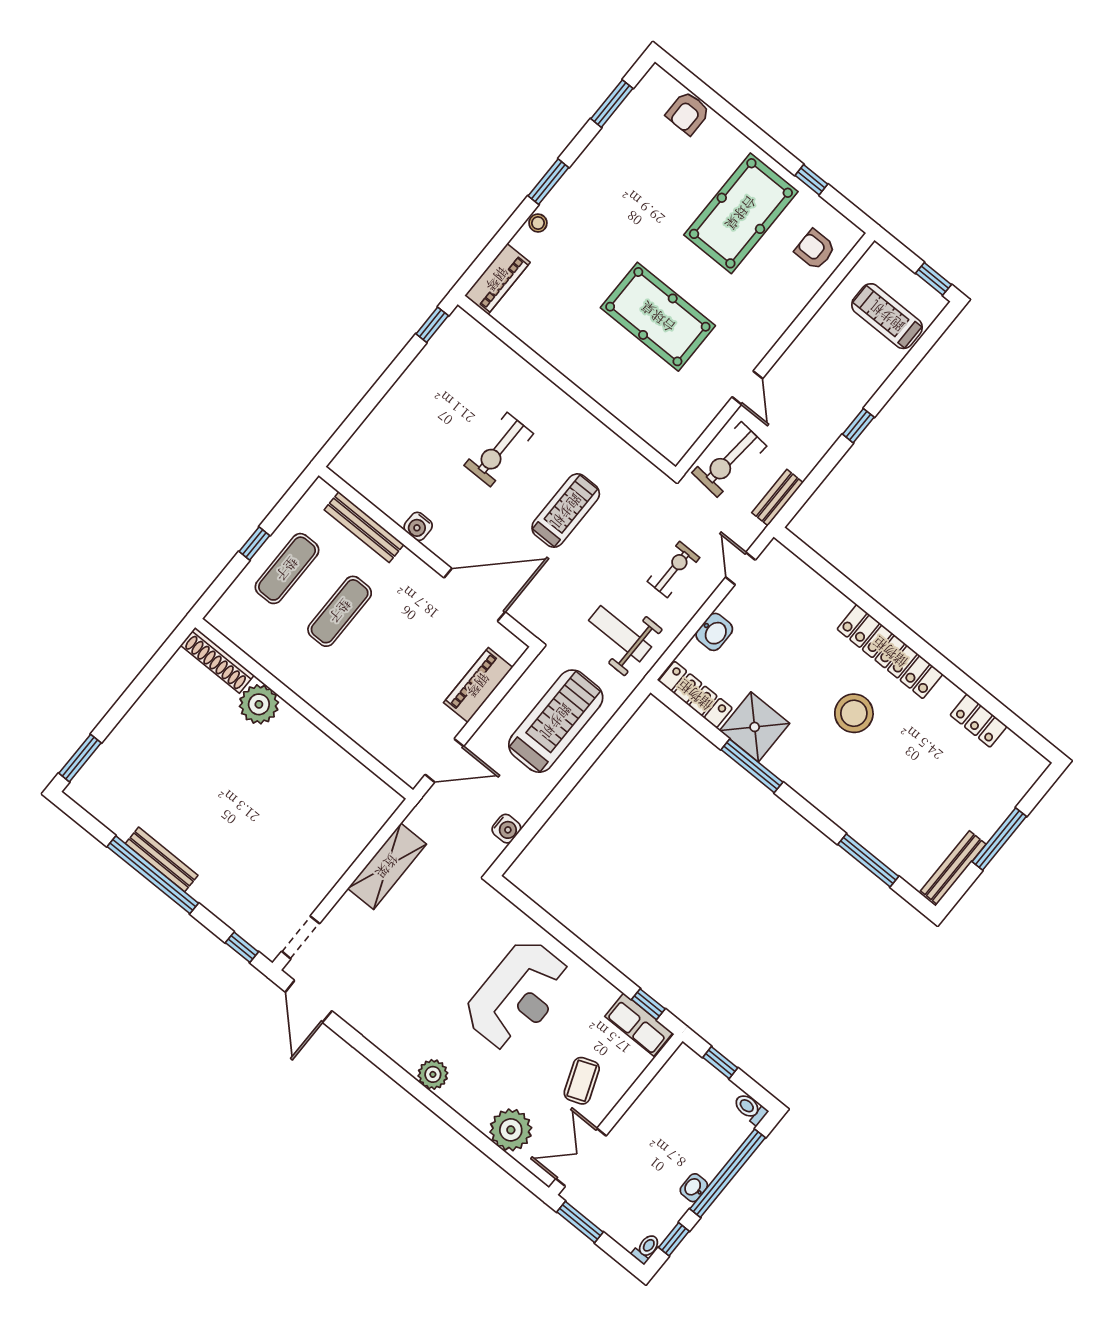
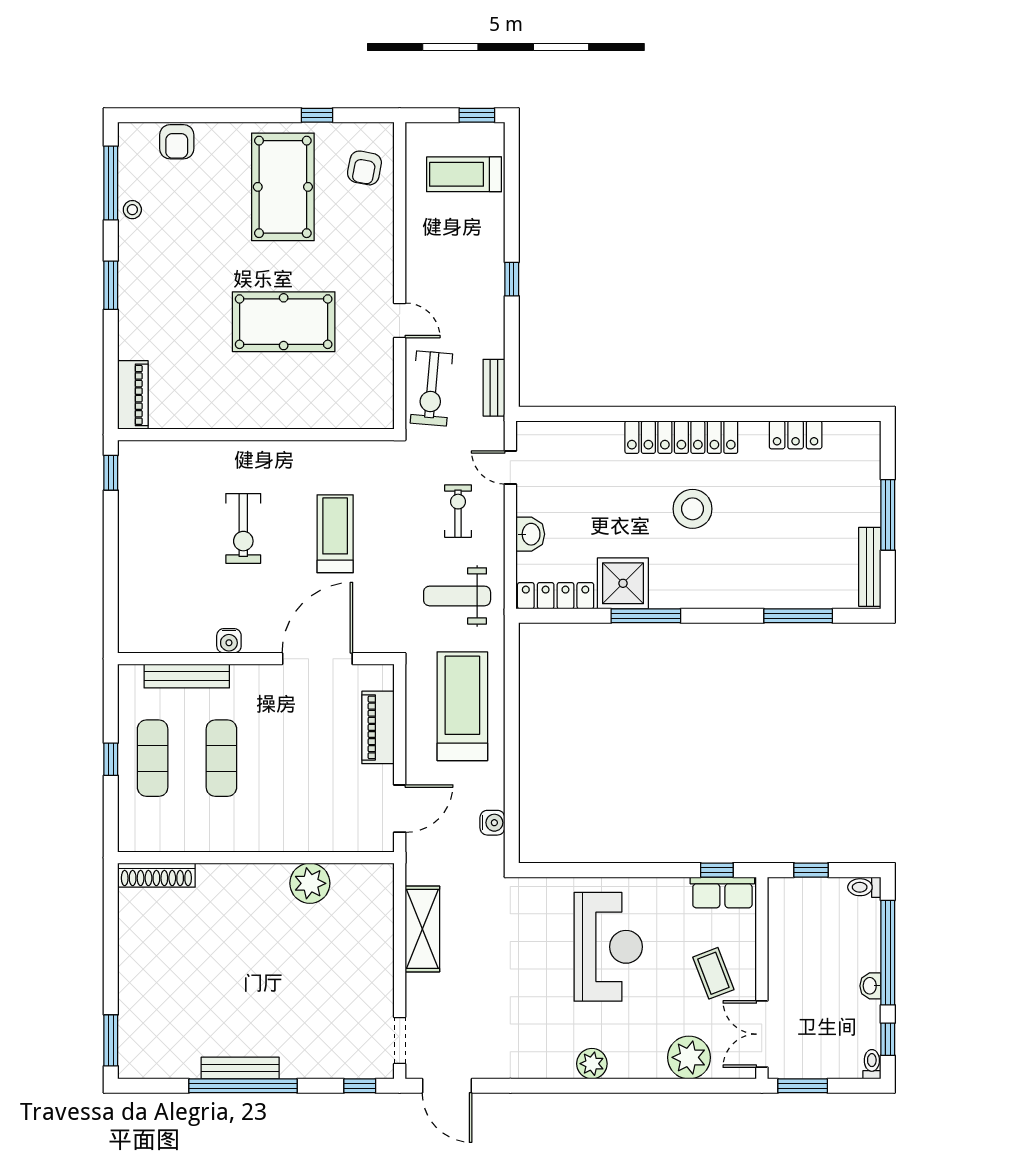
window: (612, 104) -> (111, 183), width x1.44
stool: (538, 223) -> (132, 210), moved
armchair: (815, 249) -> (364, 168), turned -79
plant: (259, 704) -> (310, 883), moved

